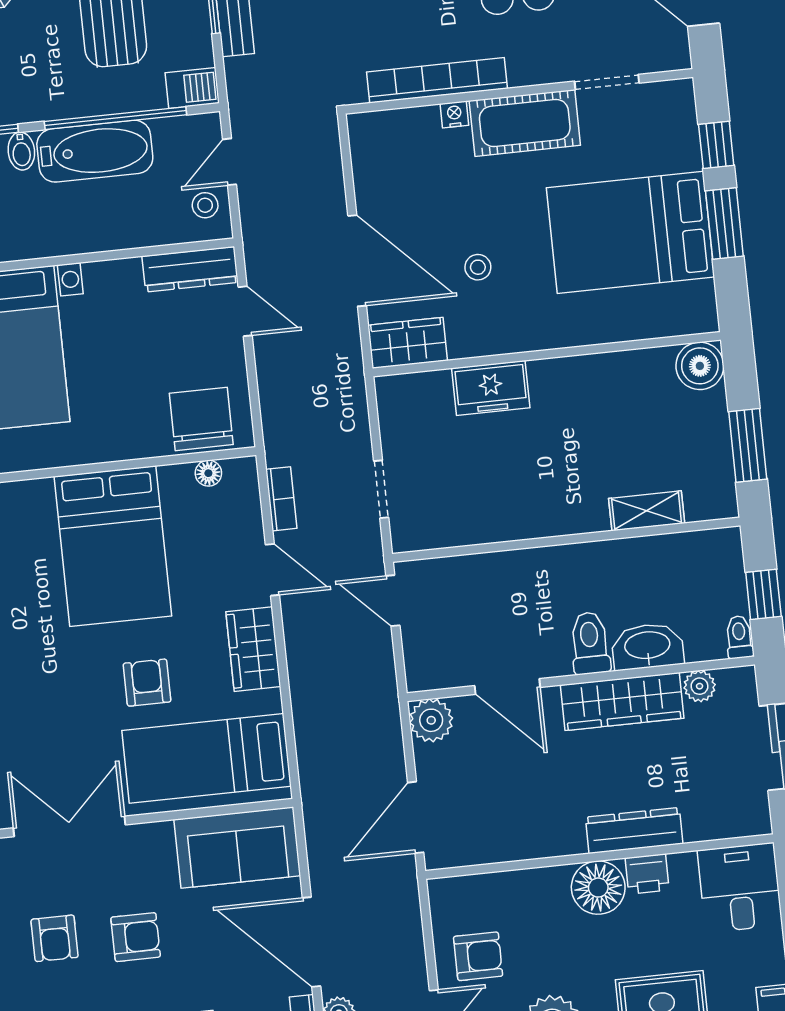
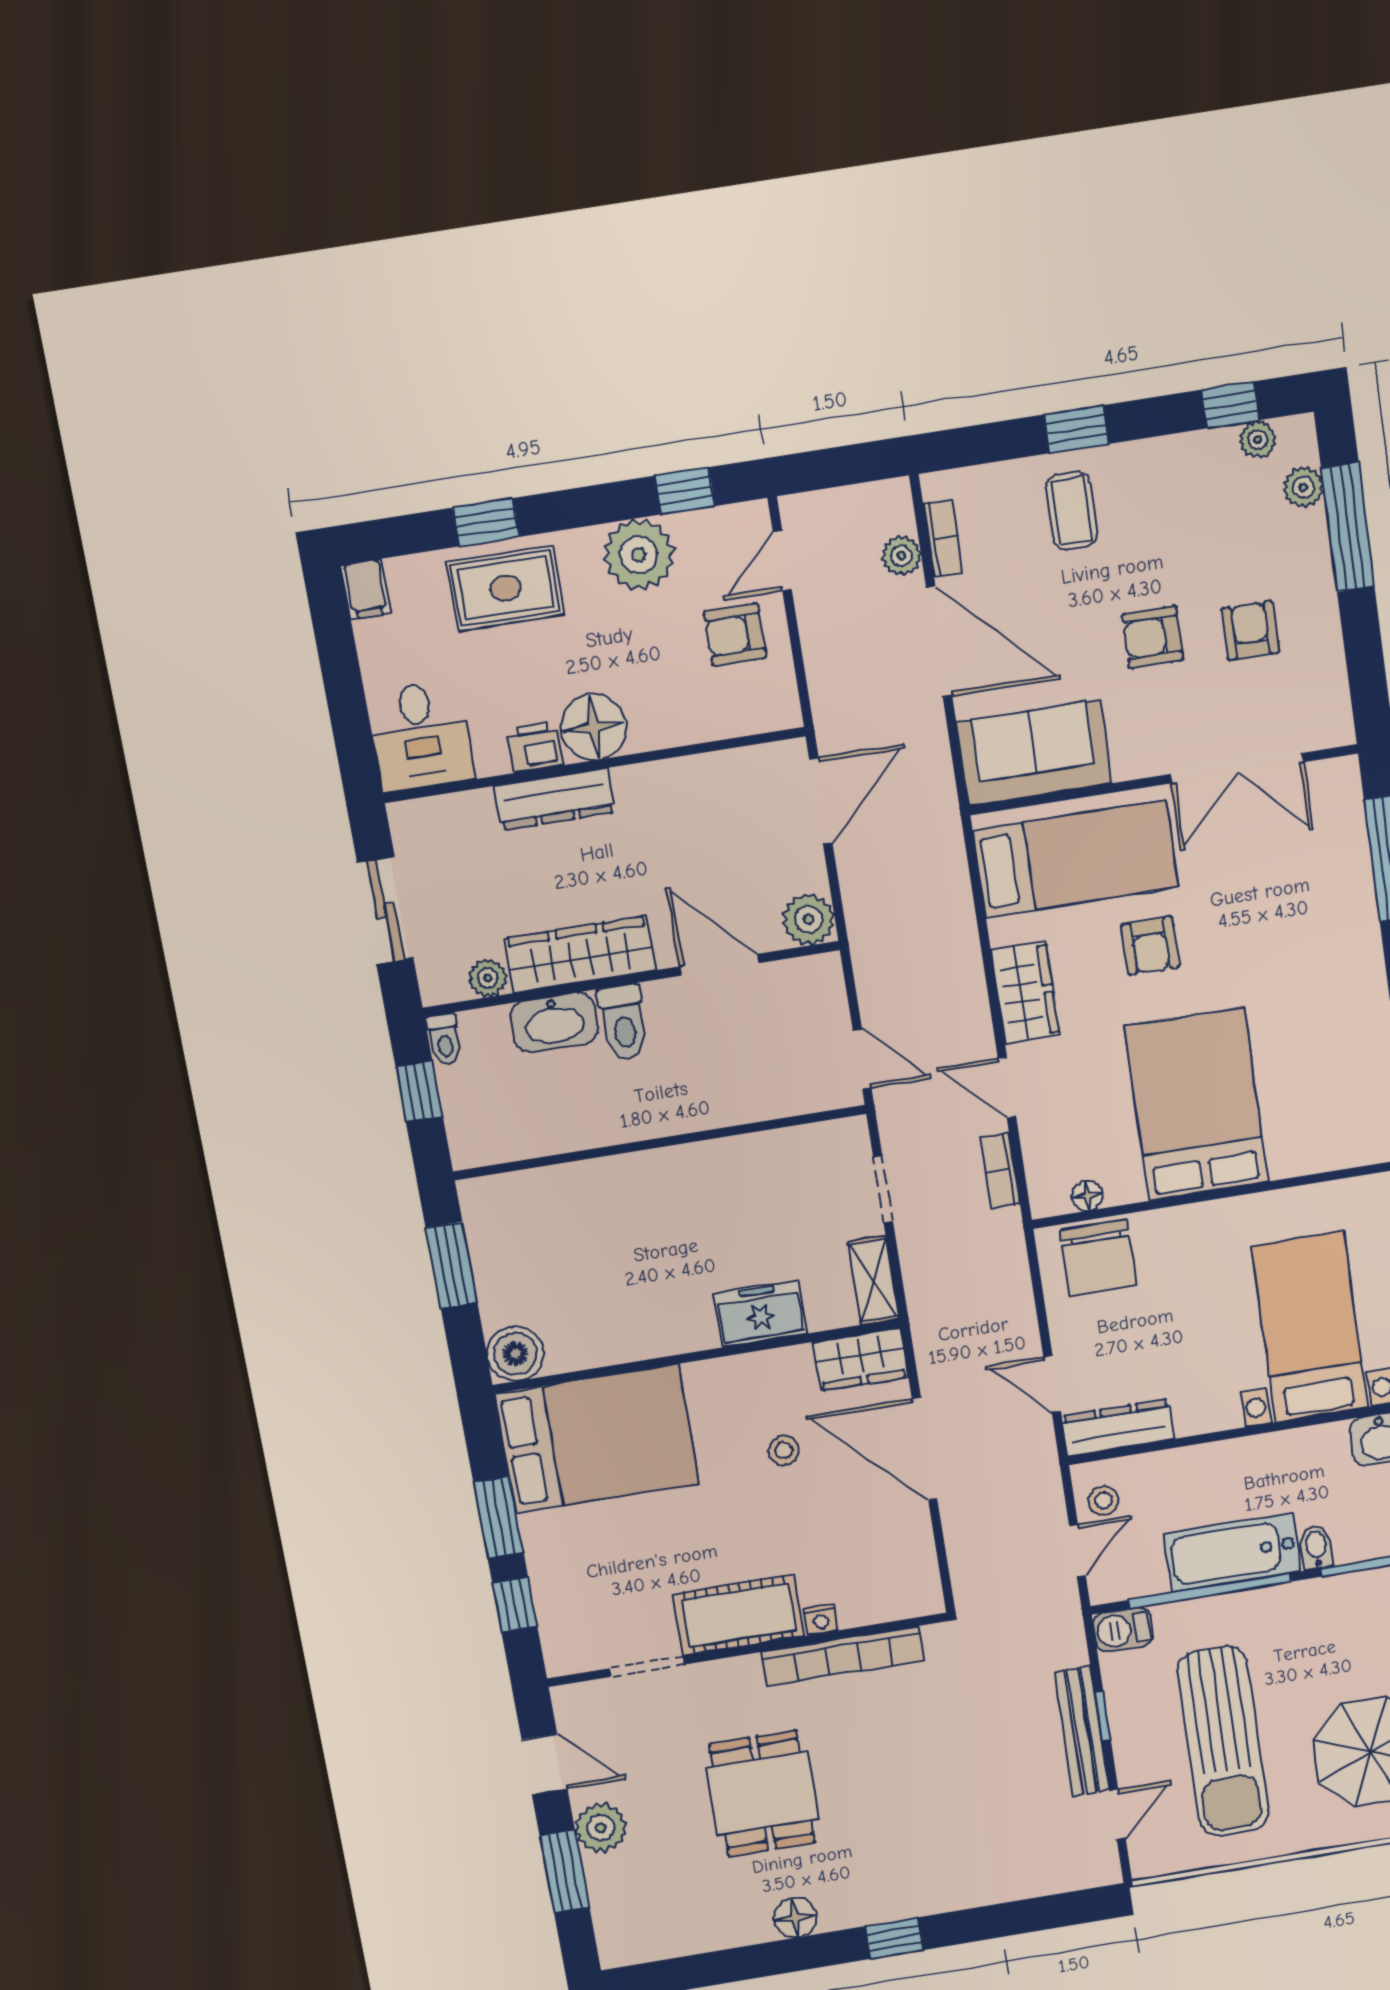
bed: (630, 232) -> (597, 1439), moved
shelving: (647, 511) -> (873, 1280), moved, turned 90

